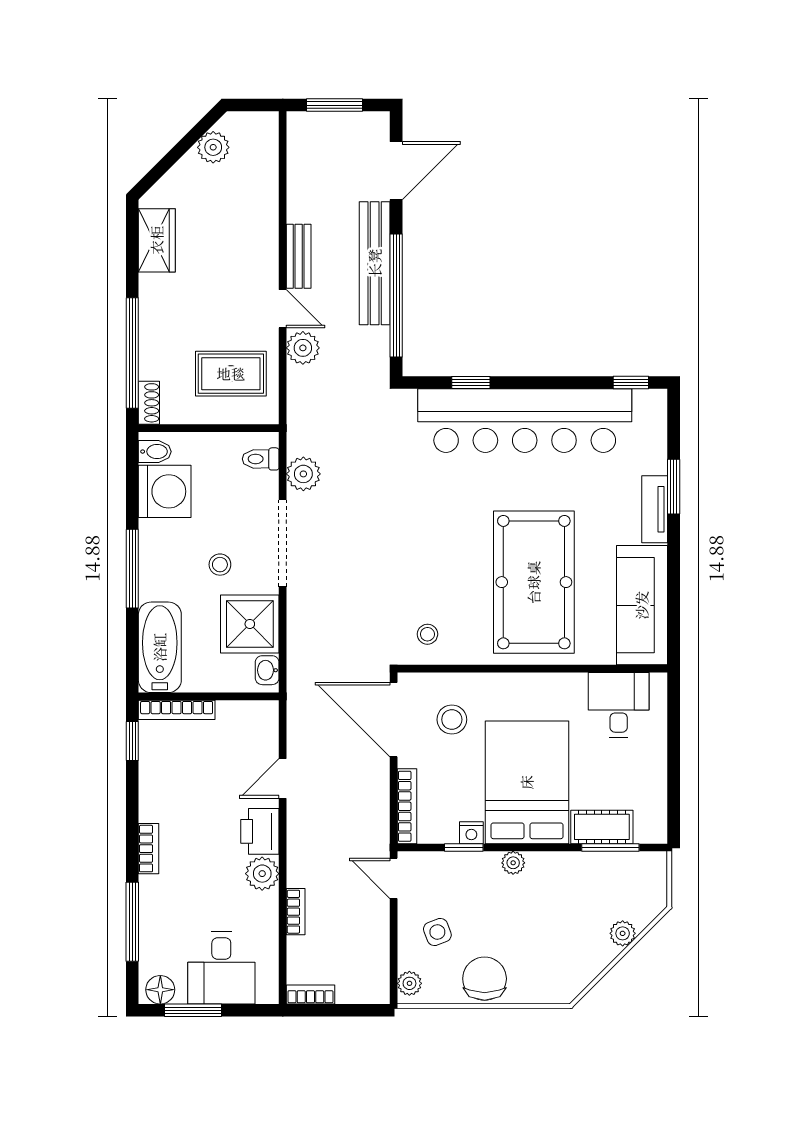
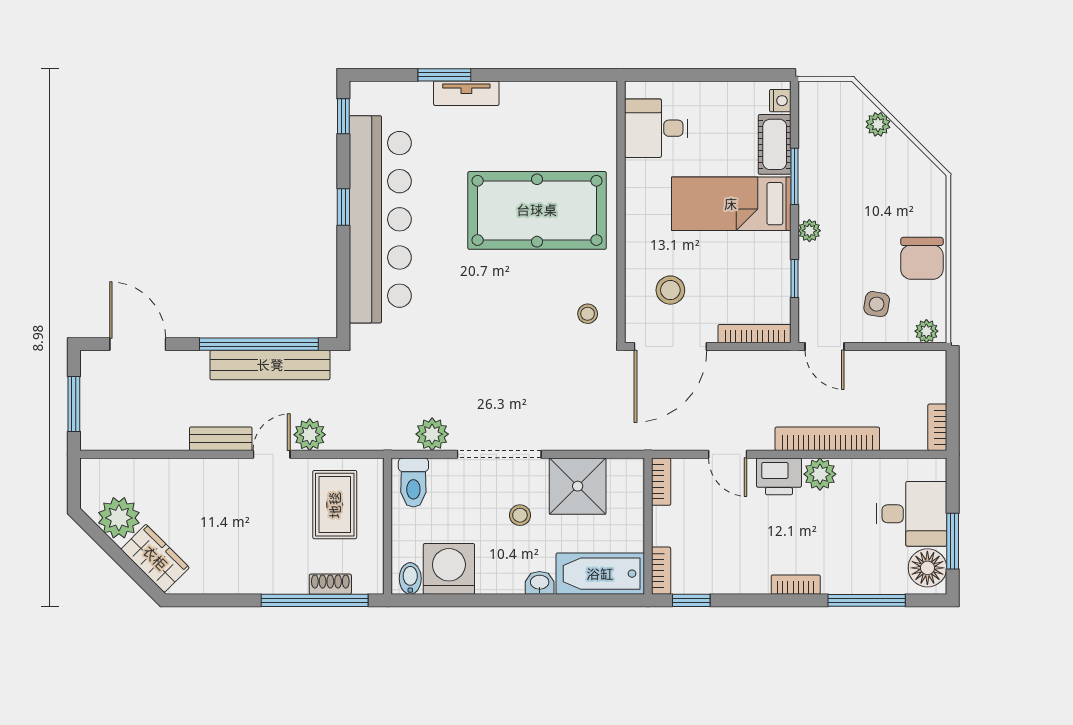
plant: (213, 147) -> (119, 518), width x1.36, depth x1.36
wardrobe: (157, 240) -> (155, 558), moved, turned 45
bench: (375, 263) -> (270, 365), moved
window: (471, 383) -> (343, 207), moved
shoe rack: (149, 403) -> (330, 584), moved
toilet: (261, 459) -> (413, 482), width x1.37, depth x1.39
window: (132, 569) -> (524, 600), removed
sofa: (642, 605) -> (559, 105), removed
washbasin: (267, 670) -> (540, 583), moved, turned 180
bookcase: (177, 710) -> (661, 571), width x0.64
bookcase: (254, 710) -> (661, 482), added
bed: (527, 782) -> (731, 204), width x0.67
nightstand: (471, 833) -> (780, 101), moved
window: (610, 847) -> (795, 176), moved
door: (394, 878) -> (825, 347), hinge flipped
bookcase: (296, 912) -> (827, 439), width x2.31, depth x1.31
side table: (437, 932) -> (877, 304), turned 31
chair: (485, 979) -> (922, 258), turned -90
floor lamp: (160, 990) -> (927, 568), width x1.38, depth x1.38

